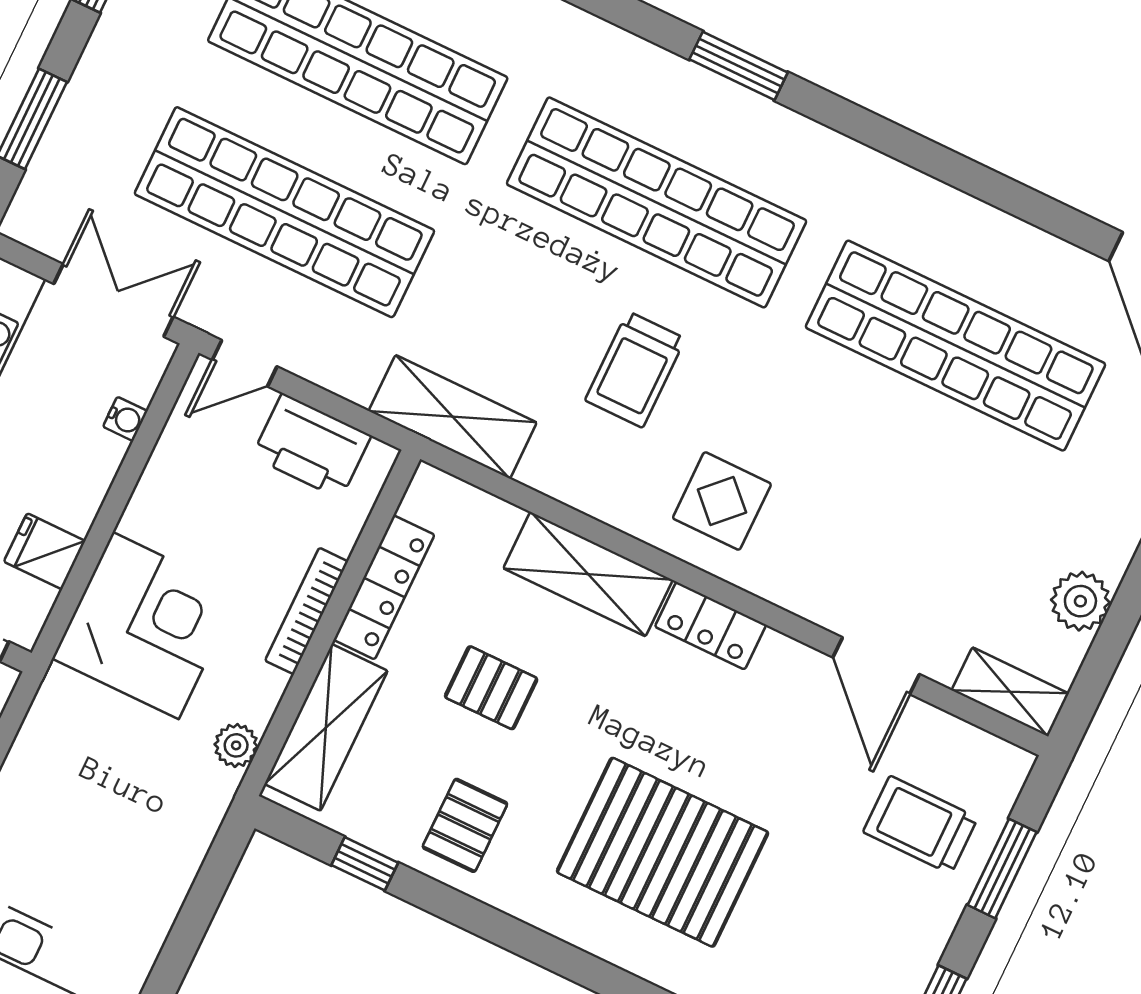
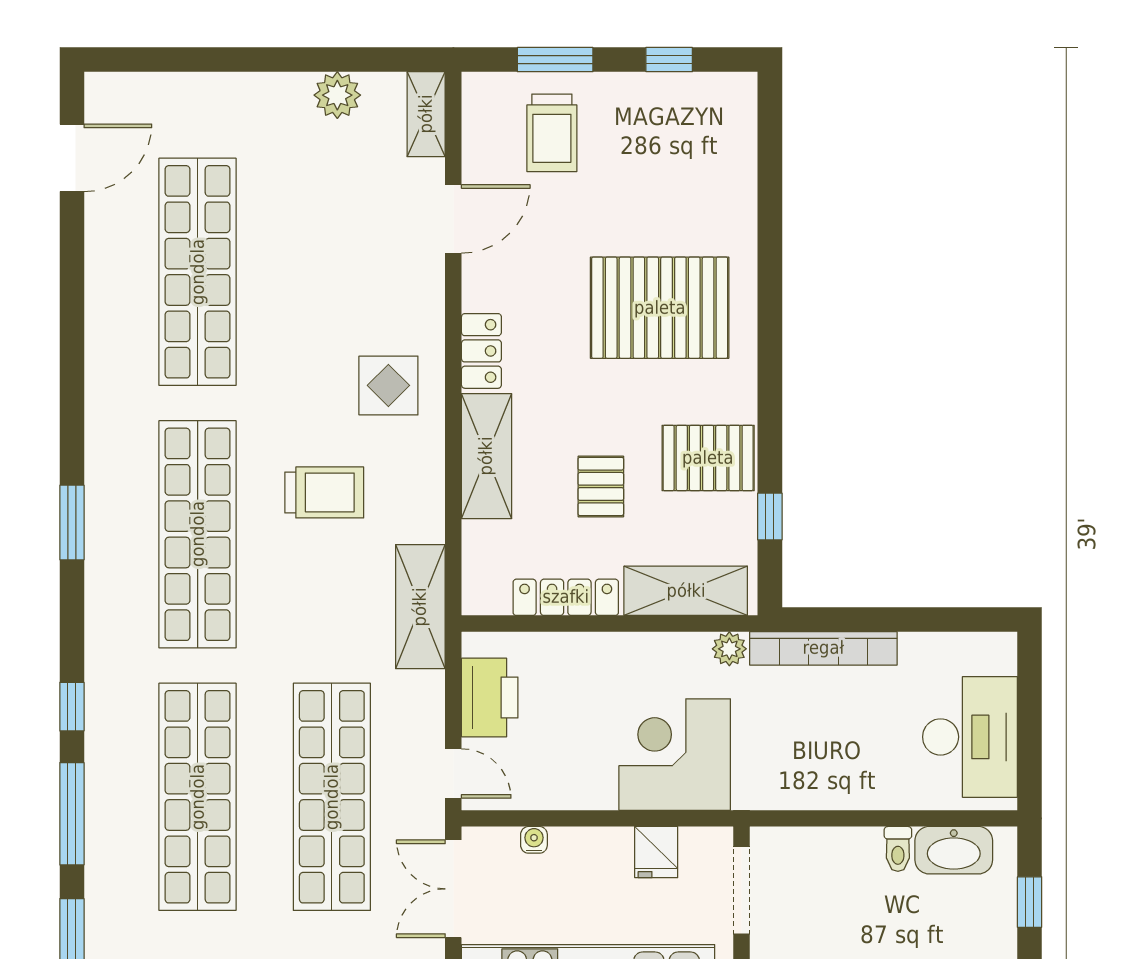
bookcase: (307, 611) -> (823, 648), moved, width x1.48, depth x1.31
pallet: (465, 825) -> (708, 458), width x1.50, depth x1.42
pallet: (663, 852) -> (660, 308), turned 90

